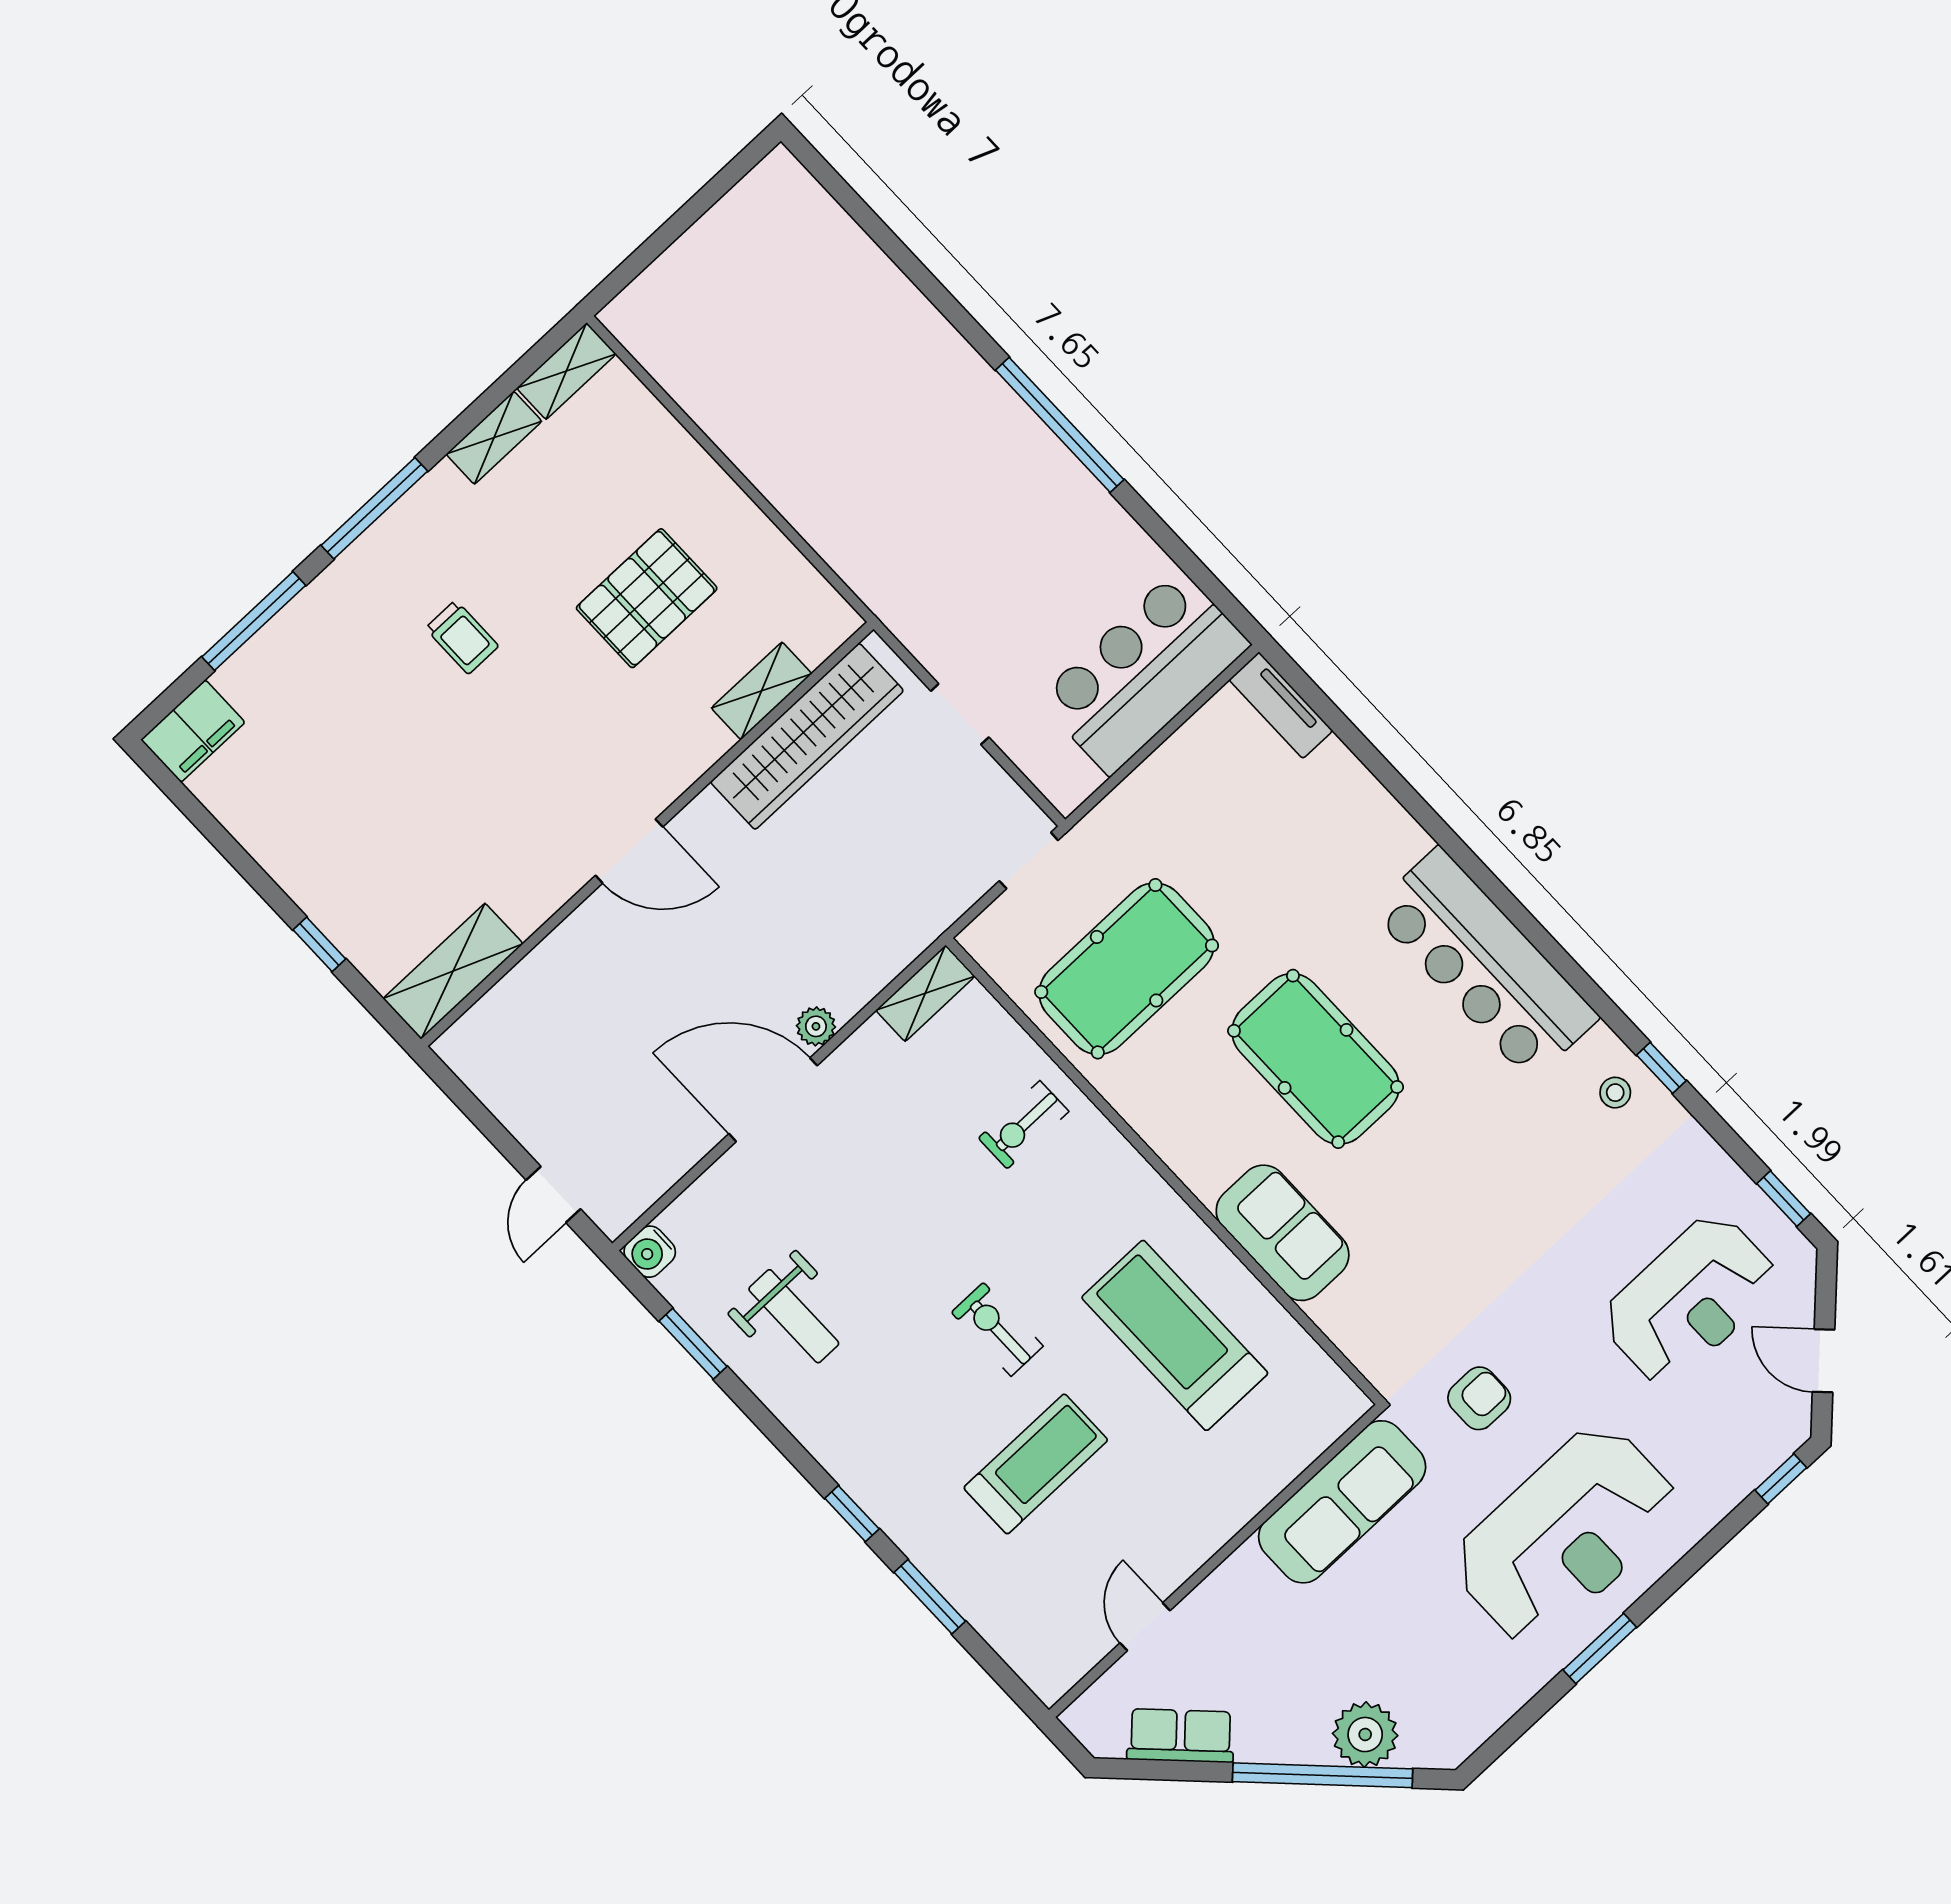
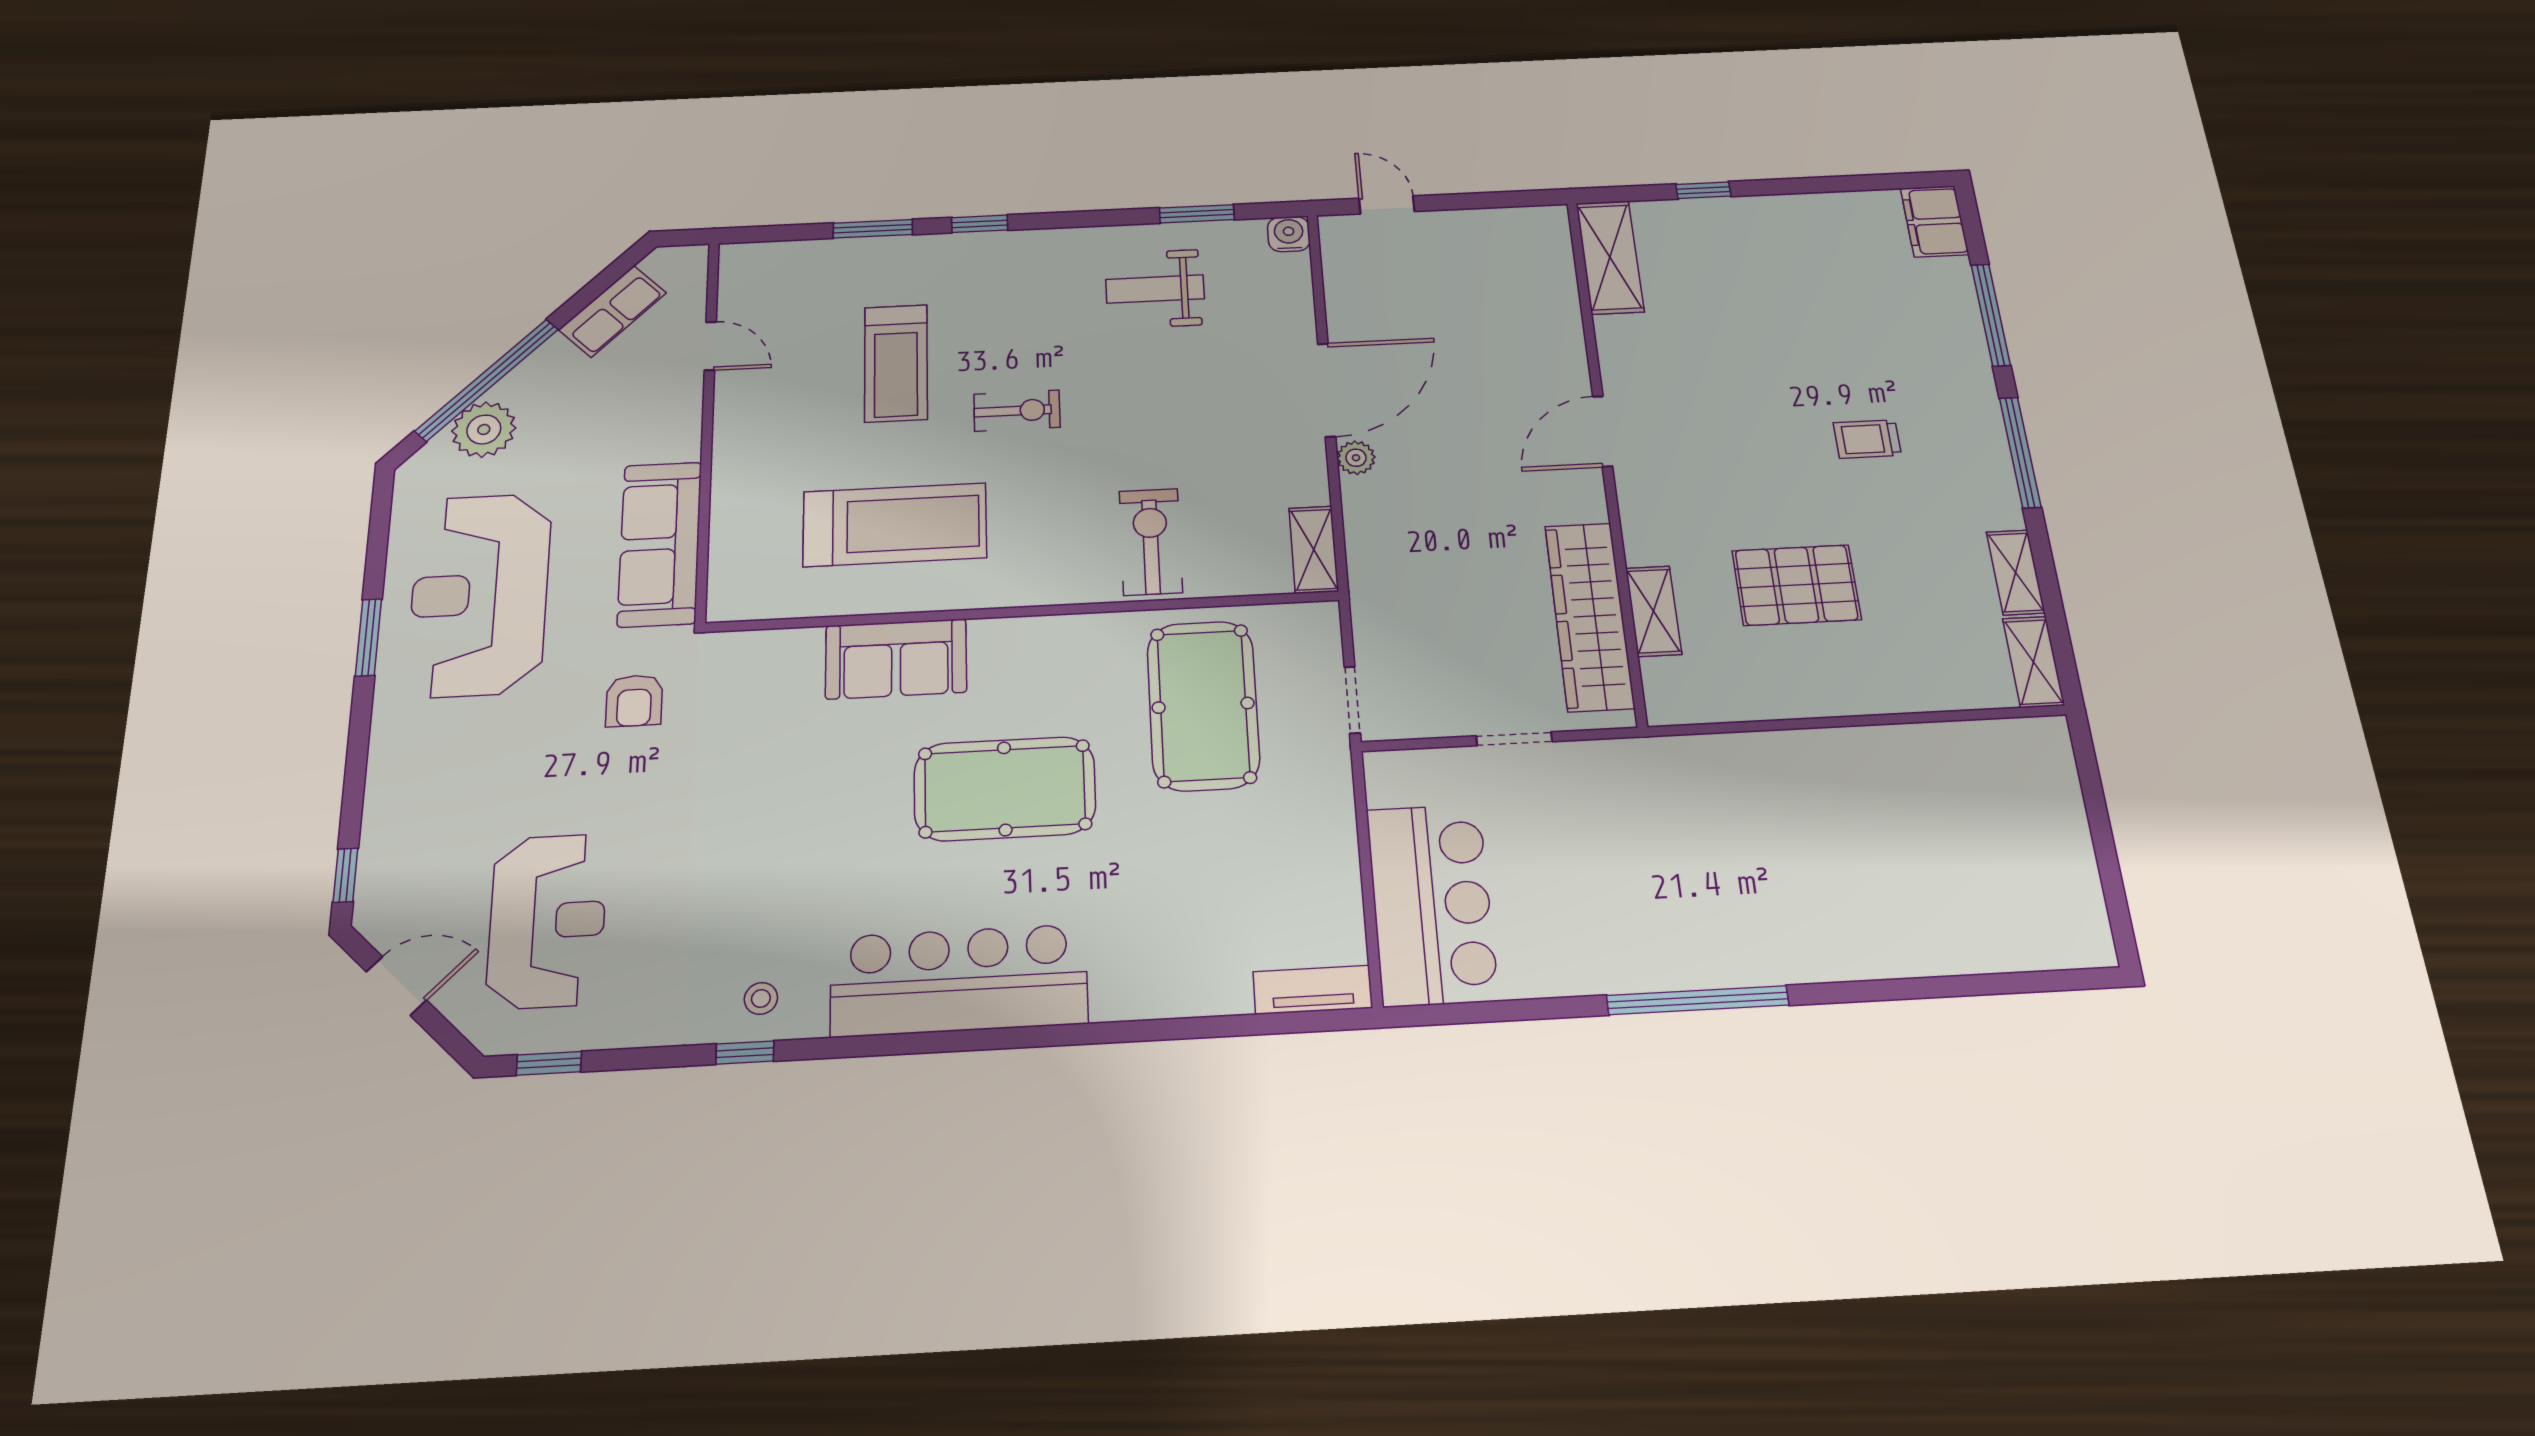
pallet: (647, 598) -> (1796, 585), turned 90
exercise bike: (1024, 1125) -> (1151, 542), width x1.38, depth x1.39
reception desk: (1690, 1300) -> (547, 921), turned 180
reception desk: (1566, 1534) -> (479, 594), moved

